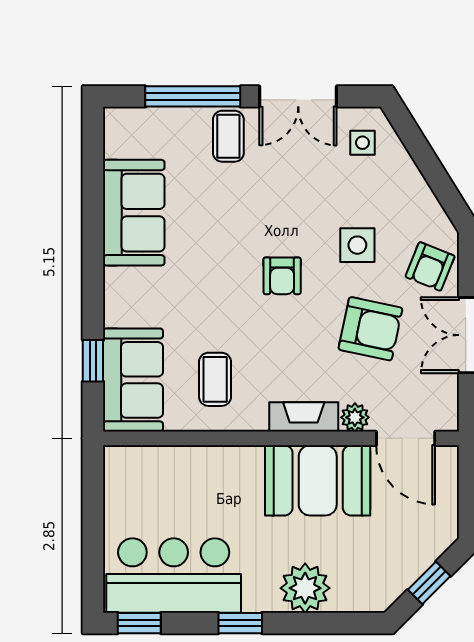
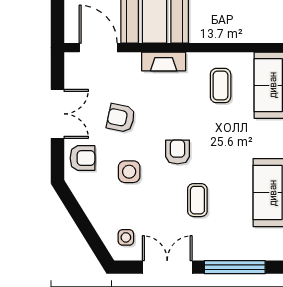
coffee table: (228, 136) -> (197, 200), moved
armchair: (430, 266) -> (82, 158), turned 68
armchair: (370, 329) -> (121, 118), width x0.72, depth x0.72
plant: (355, 417) -> (131, 61), removed

